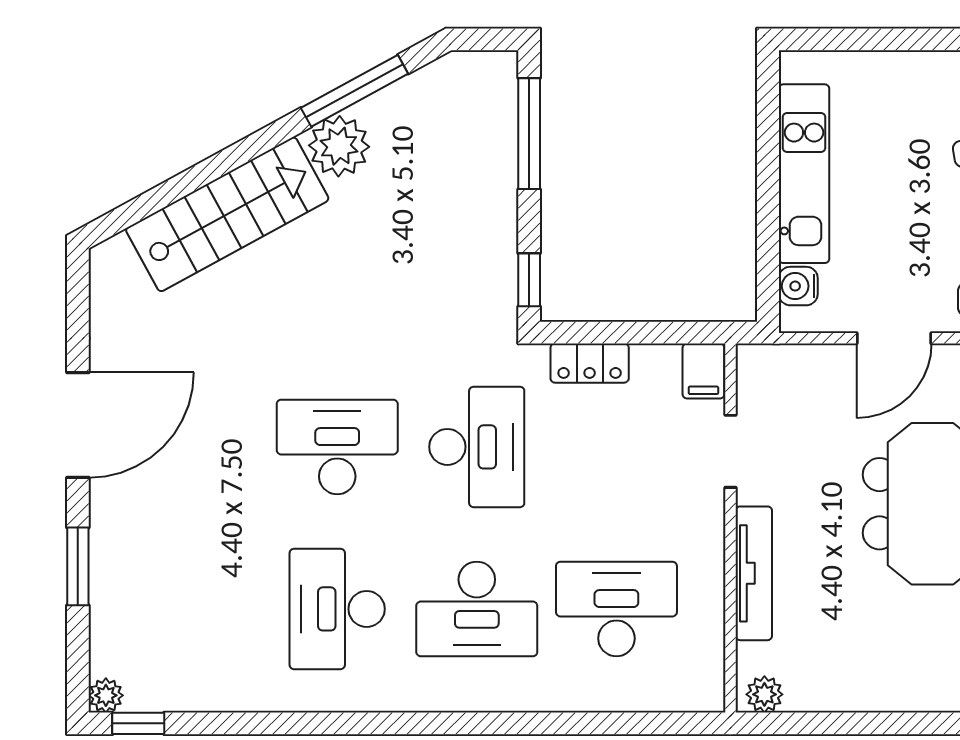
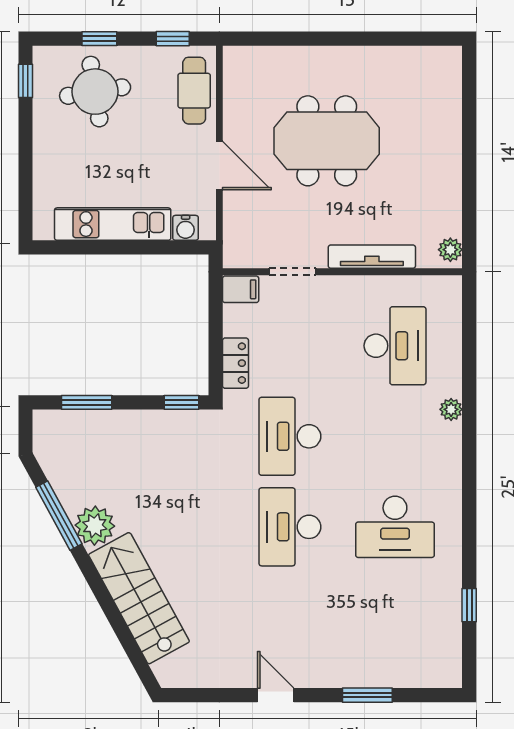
window: (529, 134) -> (87, 402), width x0.69
door: (78, 425) -> (276, 695), width x0.53
desk: (477, 447) -> (290, 436), turned -90
desk: (477, 609) -> (395, 436), removed
desk: (616, 609) -> (395, 346), turned 180
plant: (106, 695) -> (451, 409), moved
window: (138, 723) -> (469, 605), moved

